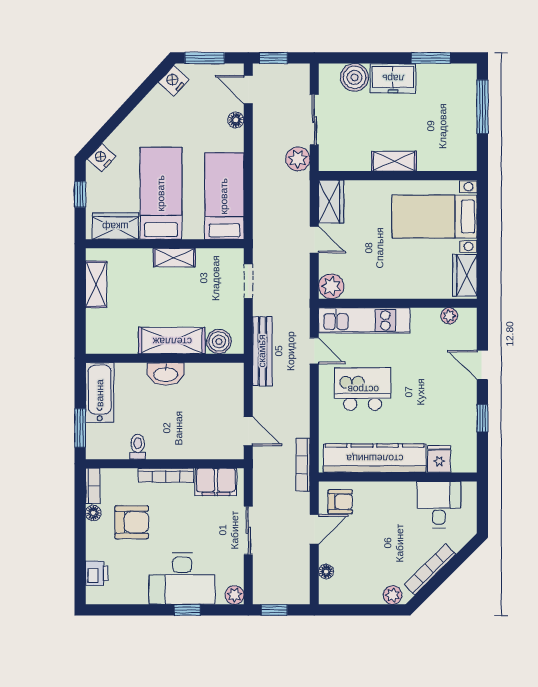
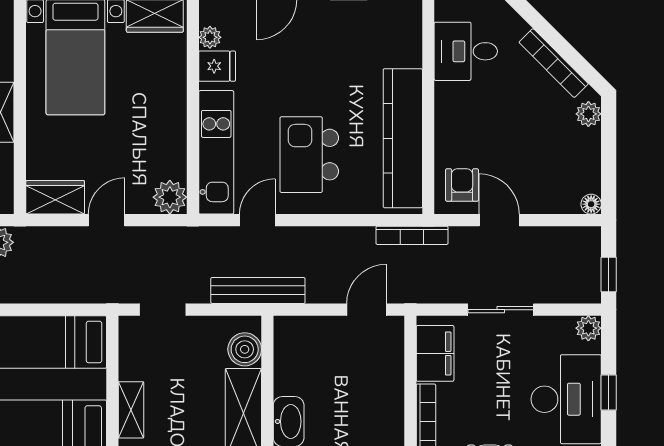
fridge: (439, 459) -> (217, 66), moved, turned 180
floor lamp: (326, 572) -> (591, 204), moved

